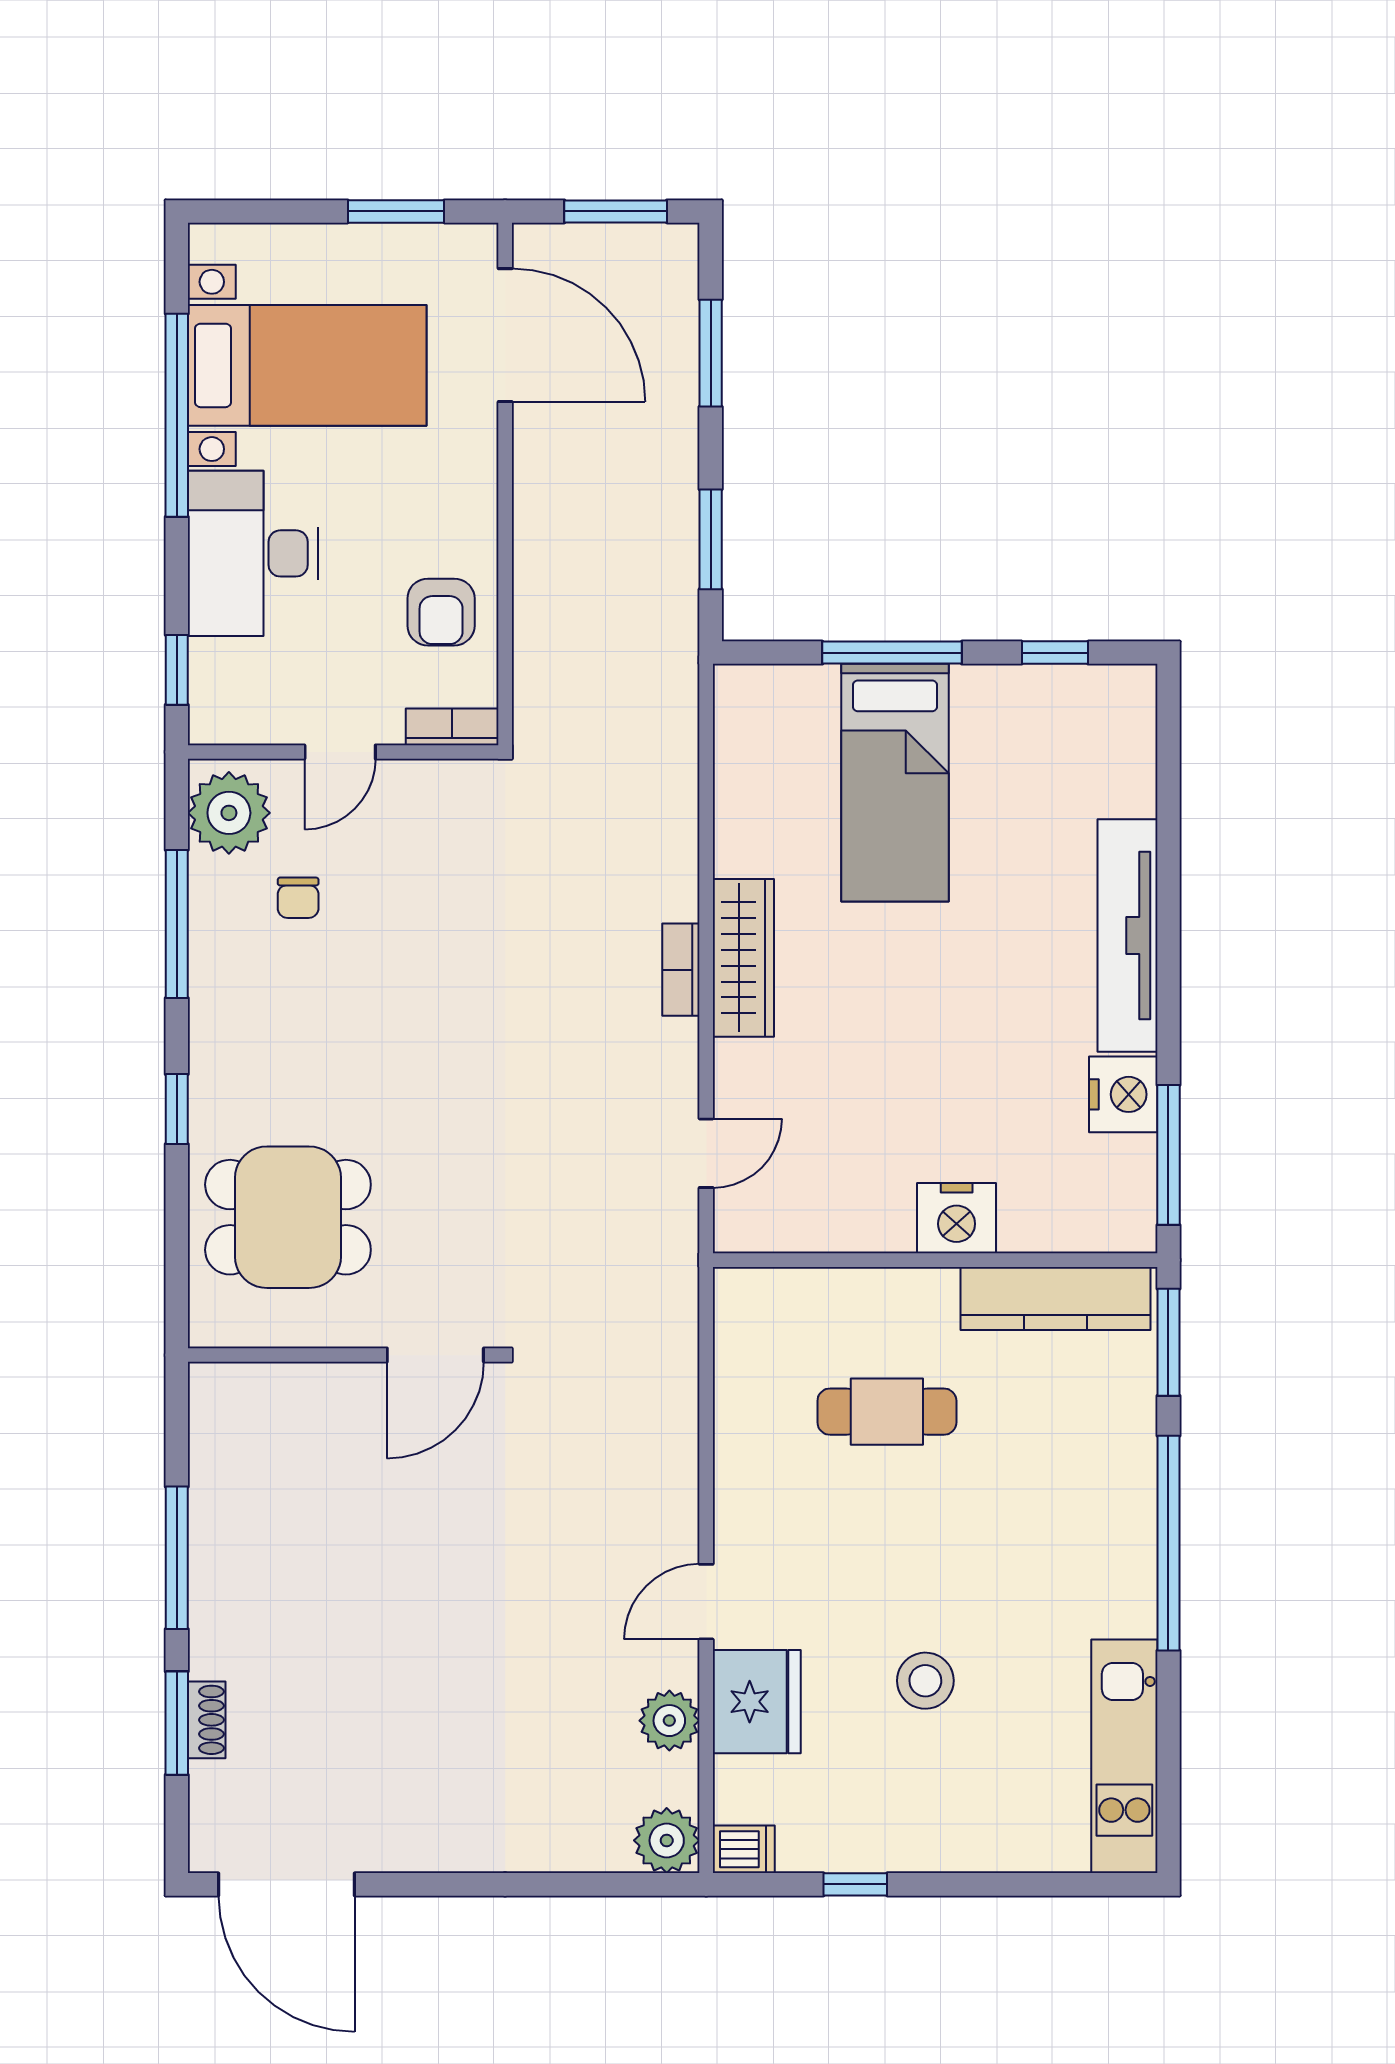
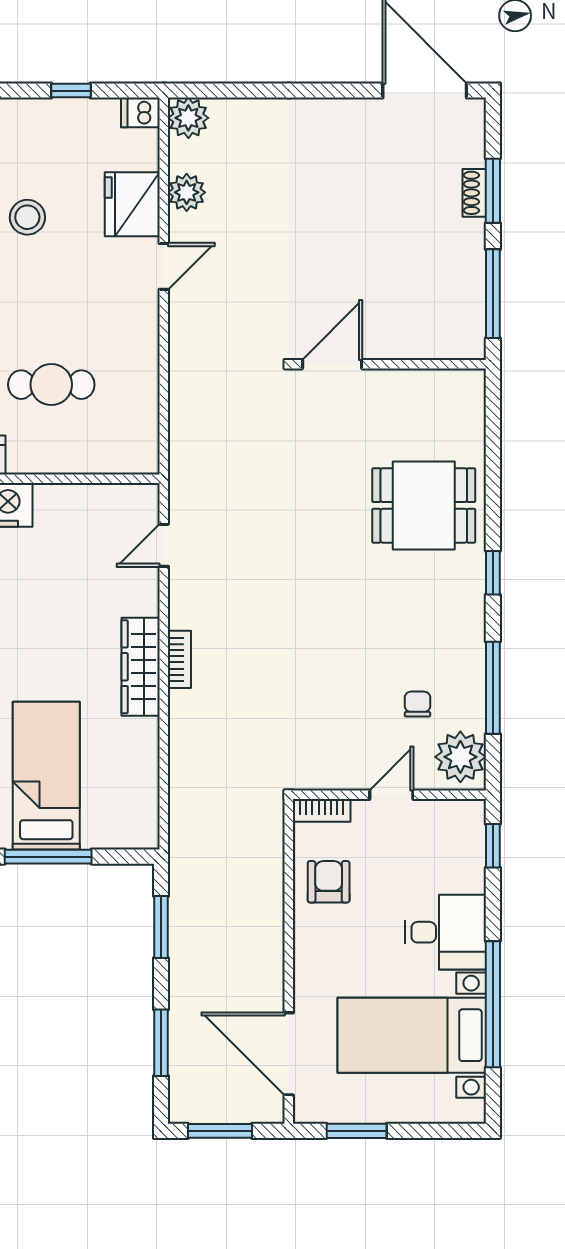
desk: (253, 553) -> (446, 932), width x0.73
wall: (343, 1355) -> (389, 364), moved
door: (435, 1355) -> (332, 364), moved

